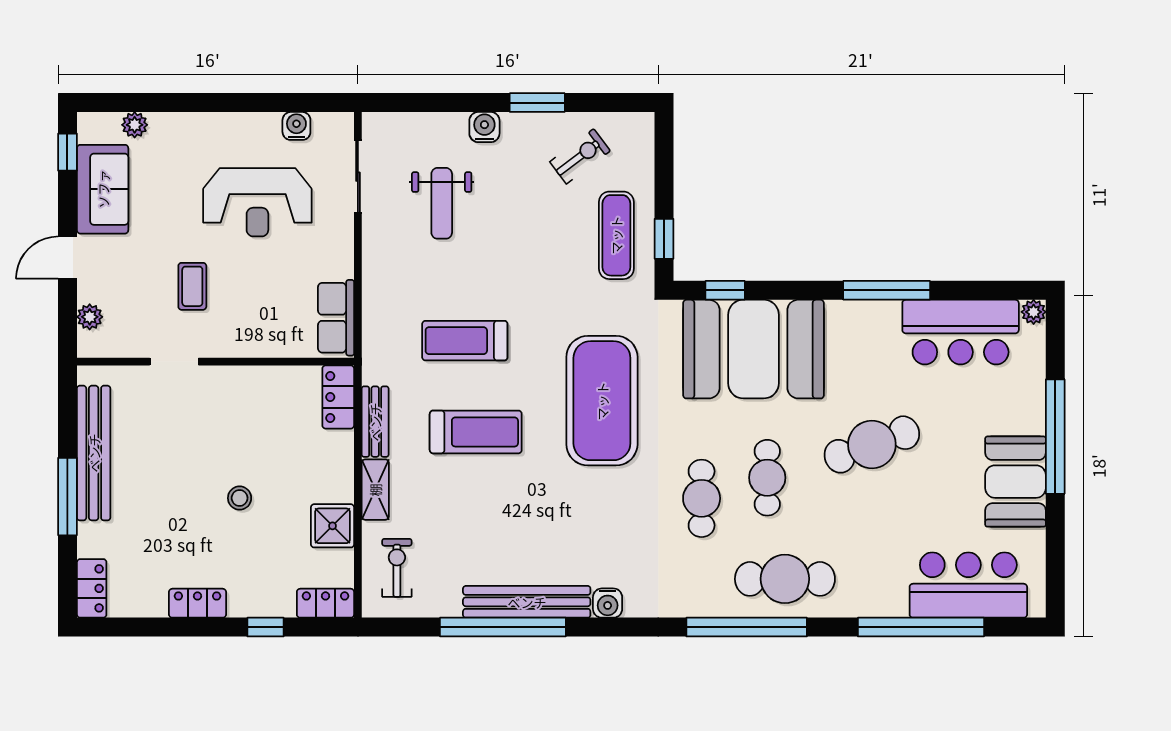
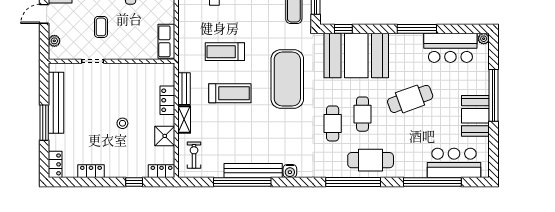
locker: (338, 397) -> (167, 100), moved
locker: (197, 603) -> (91, 171), moved

